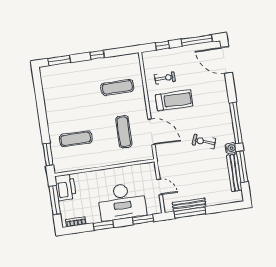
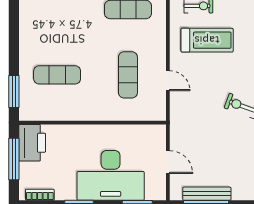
door: (151, 132) -> (168, 81), width x0.53

